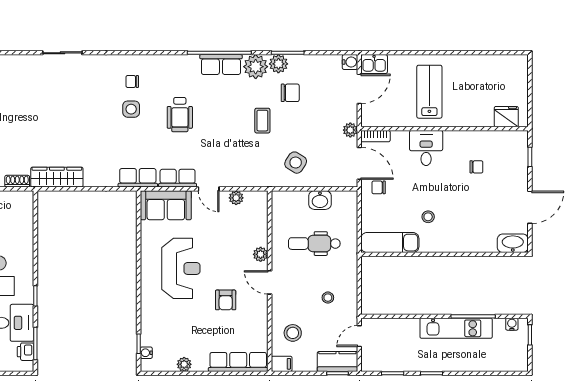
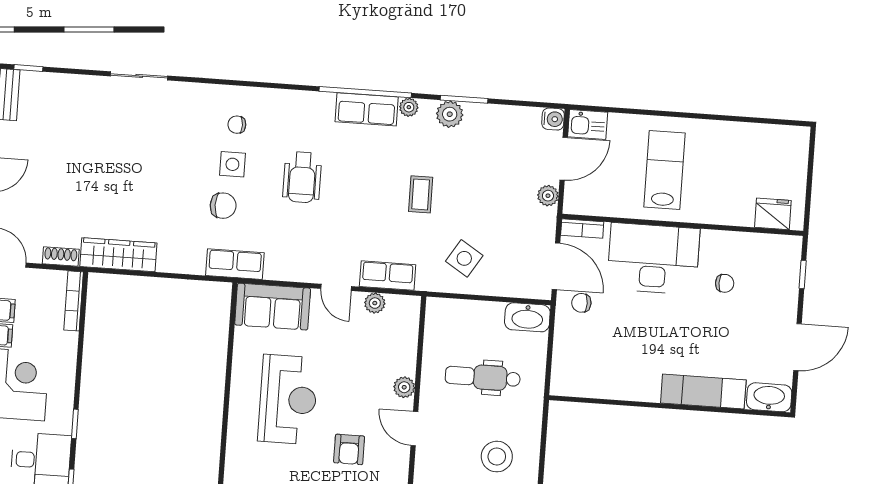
plant: (256, 67) -> (409, 107), width x0.53, depth x0.53
chair: (290, 93) -> (223, 206), moved
plant: (350, 130) -> (548, 196), moved
desk: (426, 148) -> (653, 259), width x1.87, depth x1.30
row of seats: (178, 178) -> (388, 276), moved
washbasin: (320, 200) -> (527, 317), moved, width x1.38
bookcase: (28, 211) -> (74, 301), added
stool: (428, 217) -> (650, 350), removed
exam couch: (390, 243) -> (703, 392), moved
stool: (328, 298) -> (497, 457), width x1.89, depth x1.89

